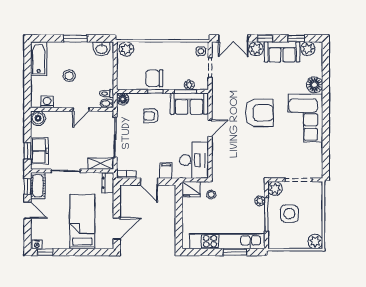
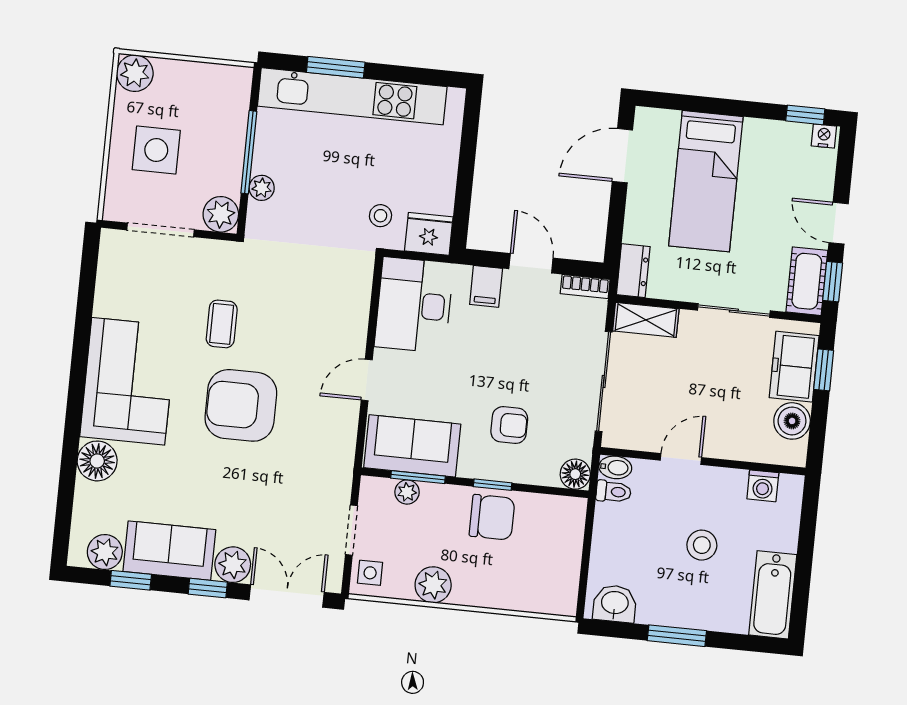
plant: (126, 49) -> (433, 585), moved
boiler: (38, 118) -> (792, 421), moved
coffee table: (270, 145) -> (222, 324), added
side table: (289, 214) -> (156, 150), moved

